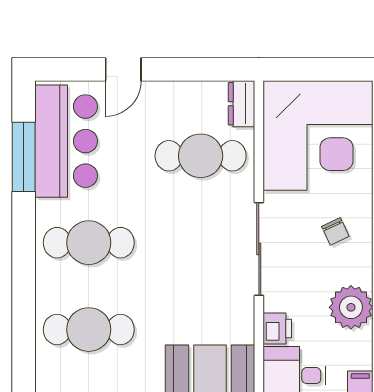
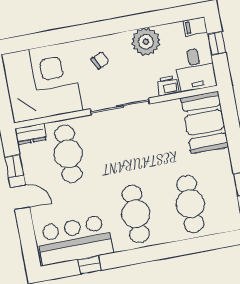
door: (123, 69) -> (20, 197), moved
window: (197, 69) -> (14, 166), added
window: (24, 157) -> (89, 265), width x0.46

